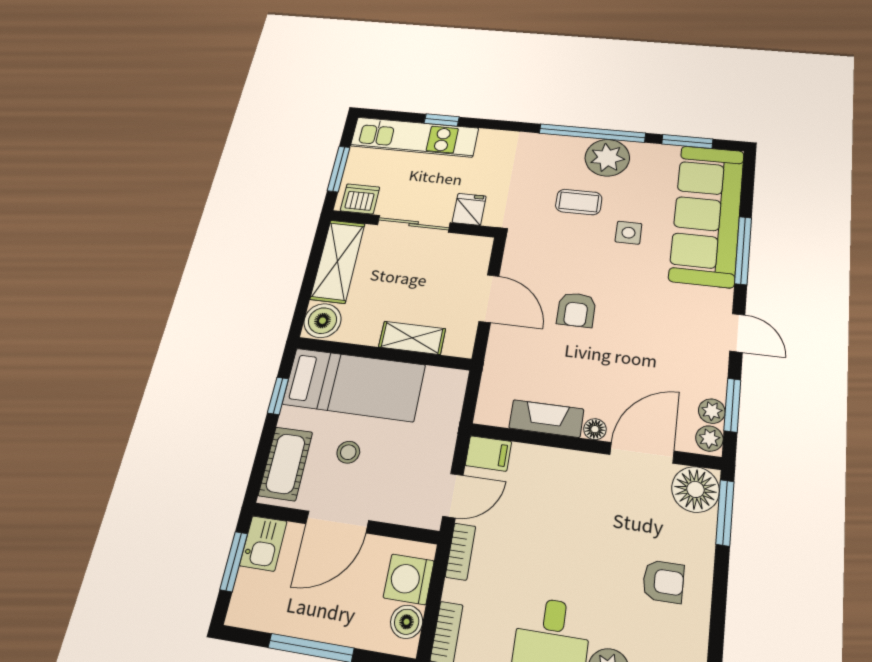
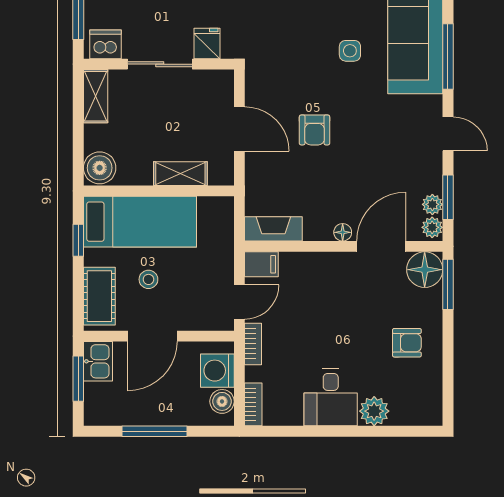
coffee table: (579, 202) -> (303, 25), removed
shelving: (338, 261) -> (96, 96), width x0.67, depth x0.75
fireplace: (546, 419) -> (273, 229), moved

